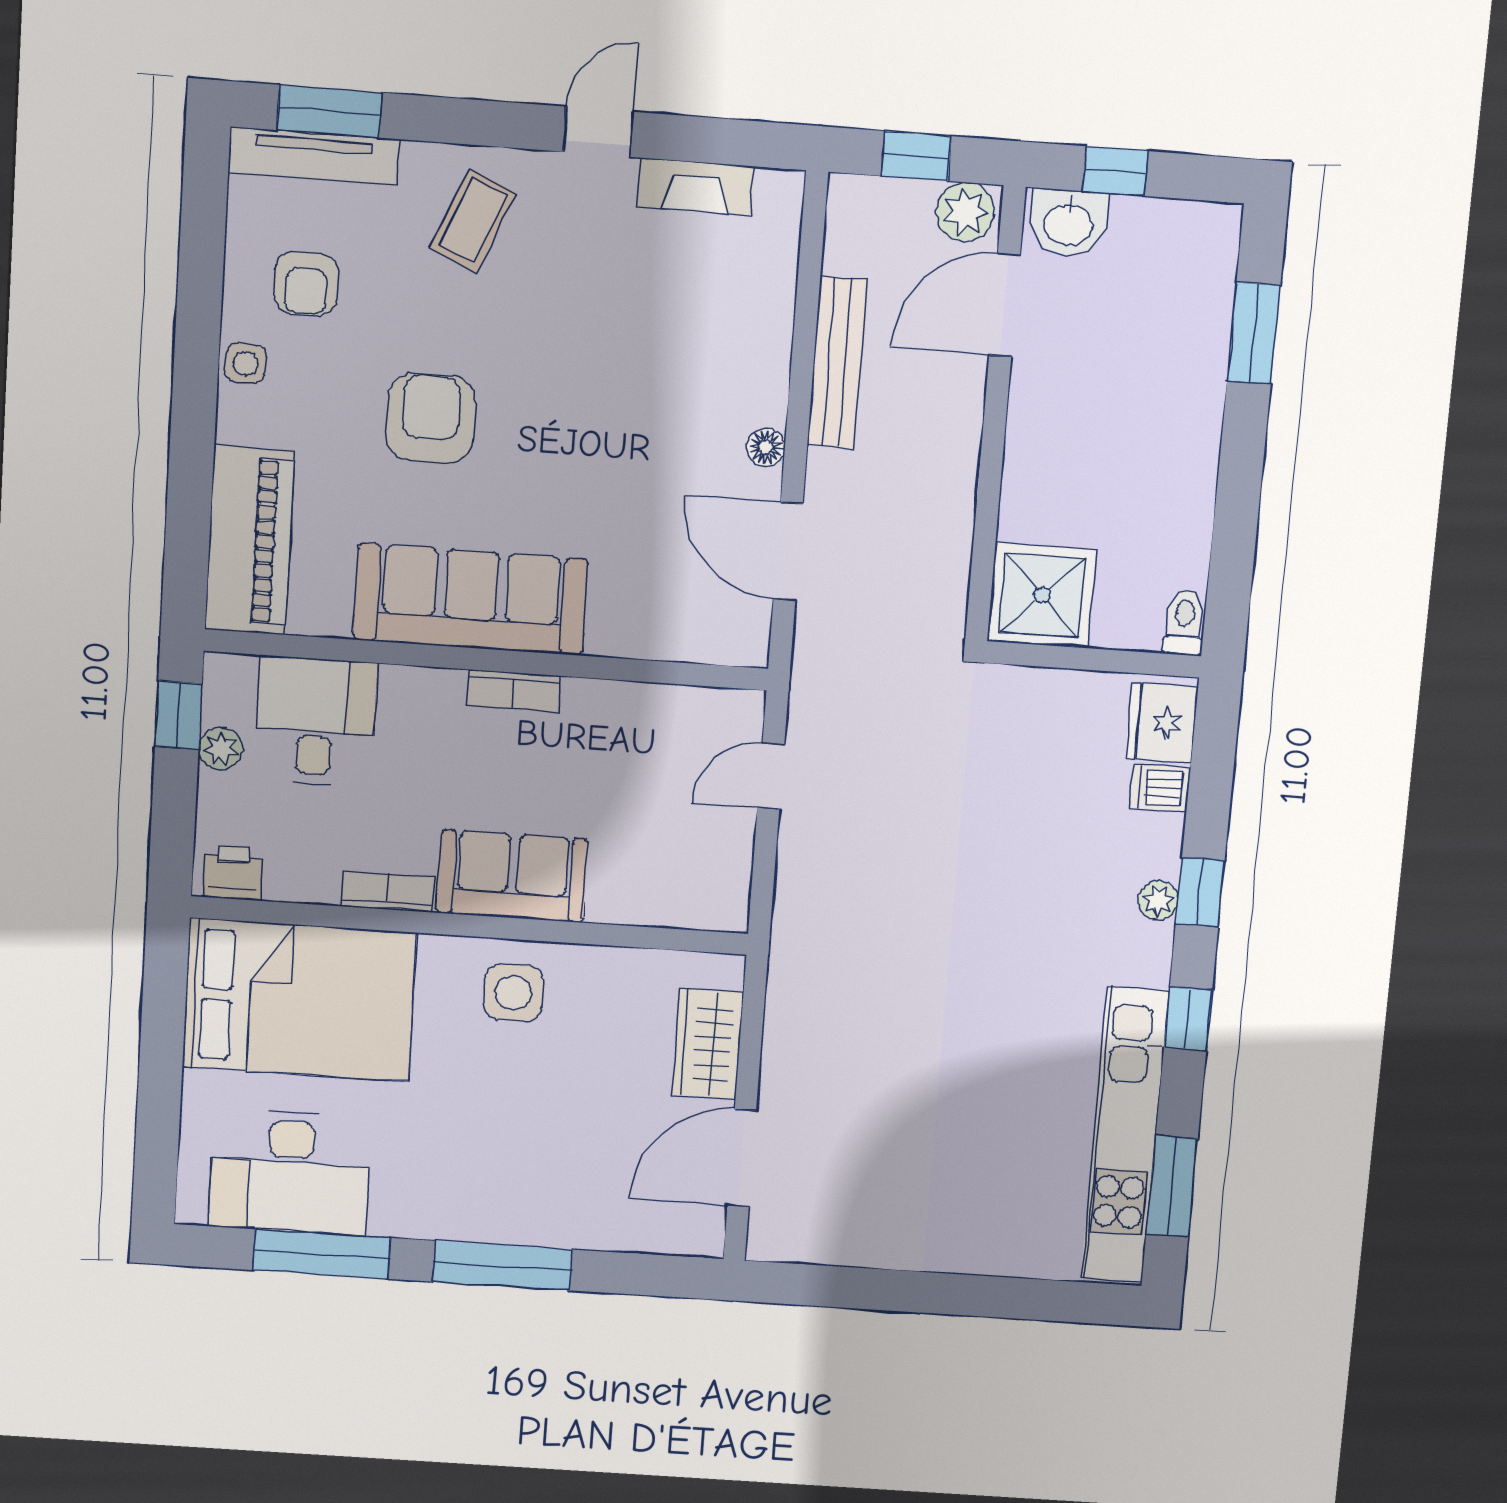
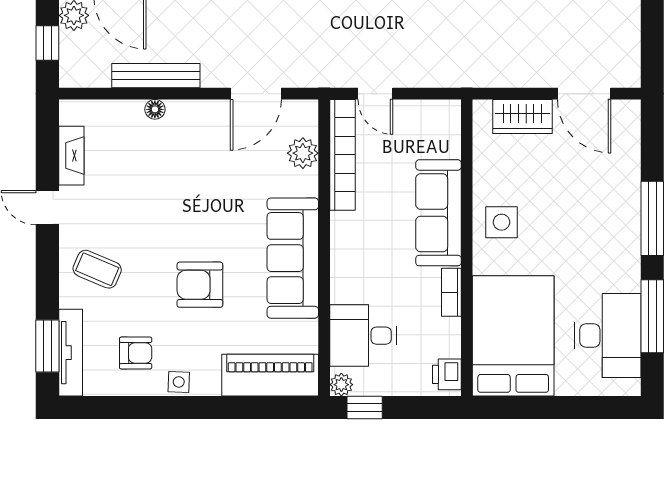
floor lamp: (766, 447) -> (155, 109), moved
plant: (669, 632) -> (303, 153), added
bookcase: (513, 691) -> (342, 155), moved, width x2.31, depth x1.31
plant: (220, 749) -> (341, 385), moved
sofa: (512, 876) -> (438, 213), width x1.36

